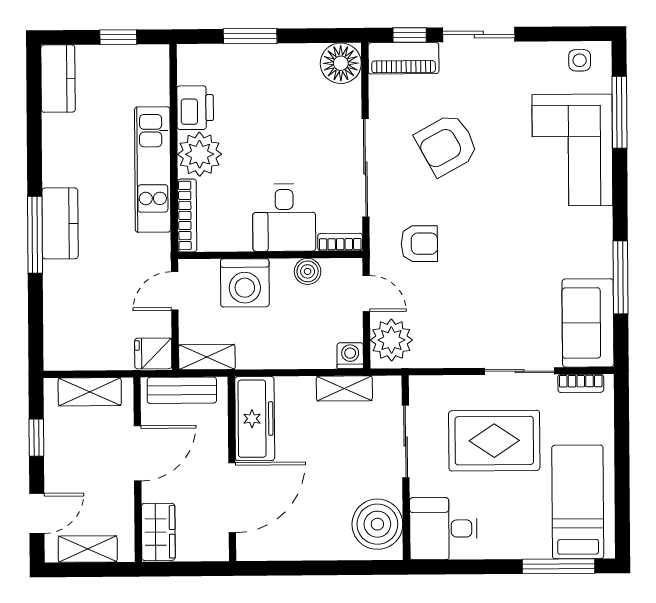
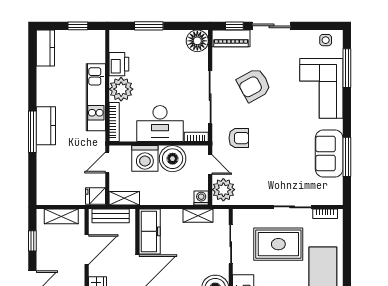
desk: (284, 218) -> (160, 124), width x1.37
boiler: (308, 271) -> (173, 159), width x1.86, depth x1.86
sofa: (588, 323) -> (329, 154), moved

